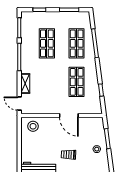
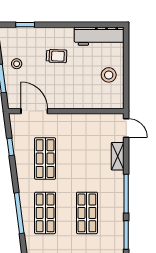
door: (69, 116) -> (34, 111), moved
stool: (33, 126) -> (109, 75), moved

